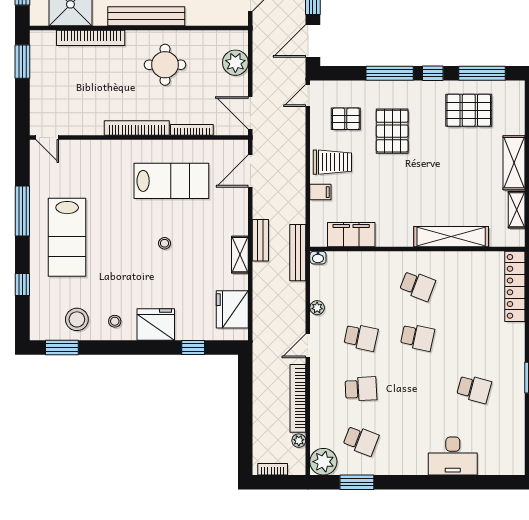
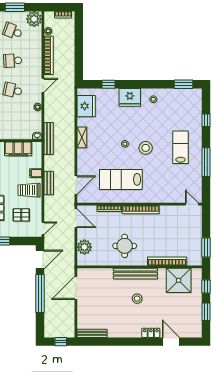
lab bench: (67, 237) -> (181, 147), width x0.73, depth x0.72
bench: (260, 240) -> (49, 183), moved
stool: (77, 319) -> (146, 148), moved

